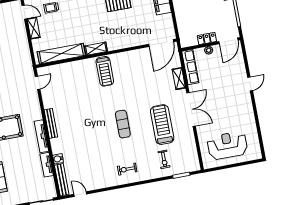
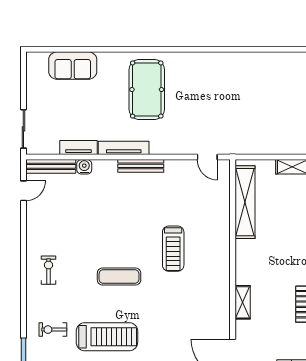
shelving: (96, 49) -> (243, 302), moved
treadmill: (105, 71) -> (173, 249), moved, turned -90

